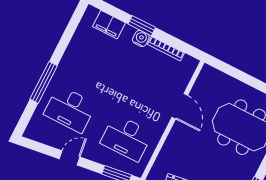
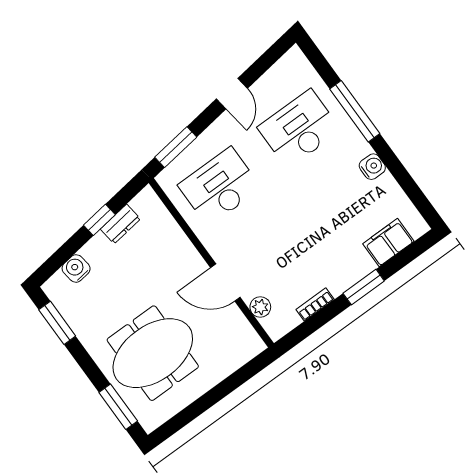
water cooler: (141, 38) -> (372, 167), moved, turned -90
bookcase: (166, 48) -> (315, 304), width x0.64
plant: (184, 79) -> (260, 307), added

